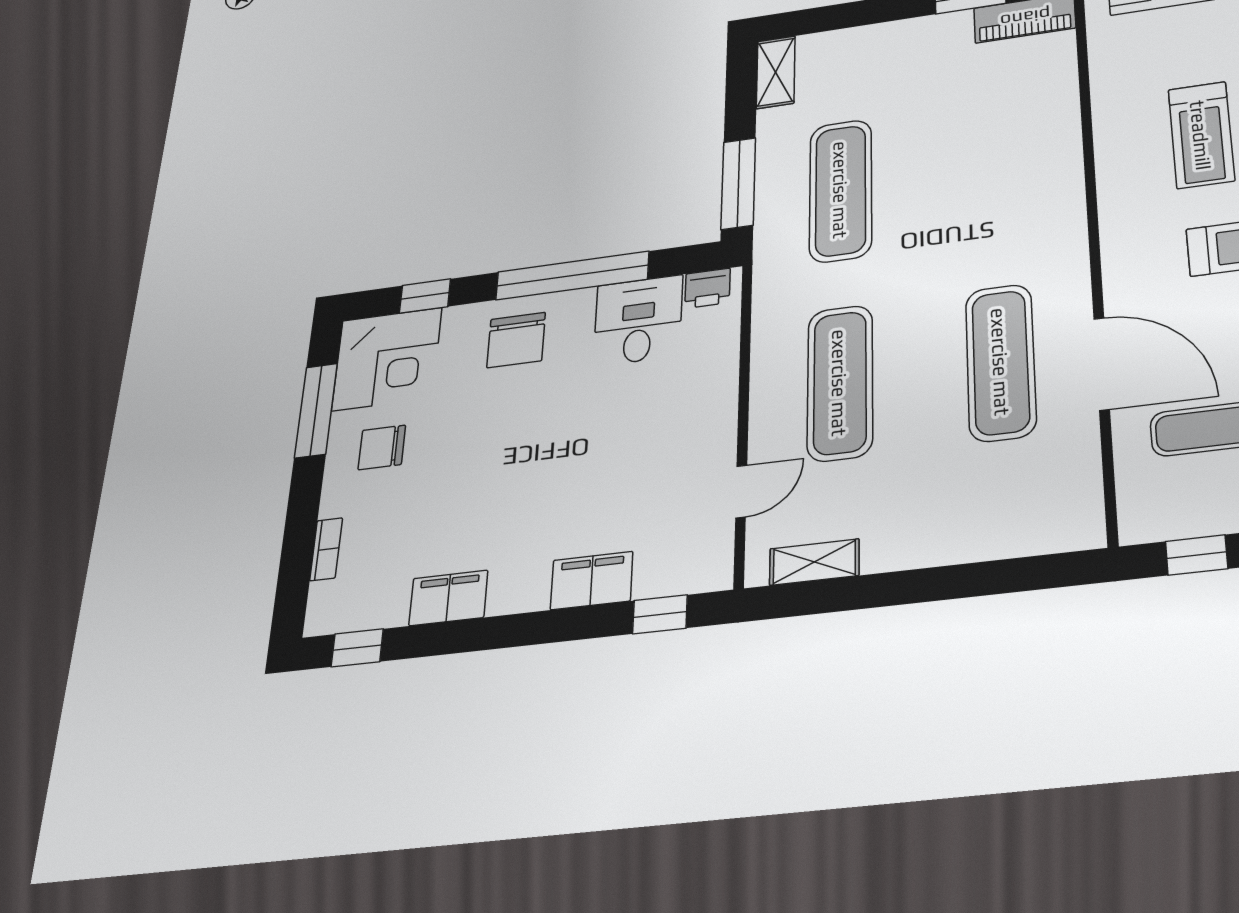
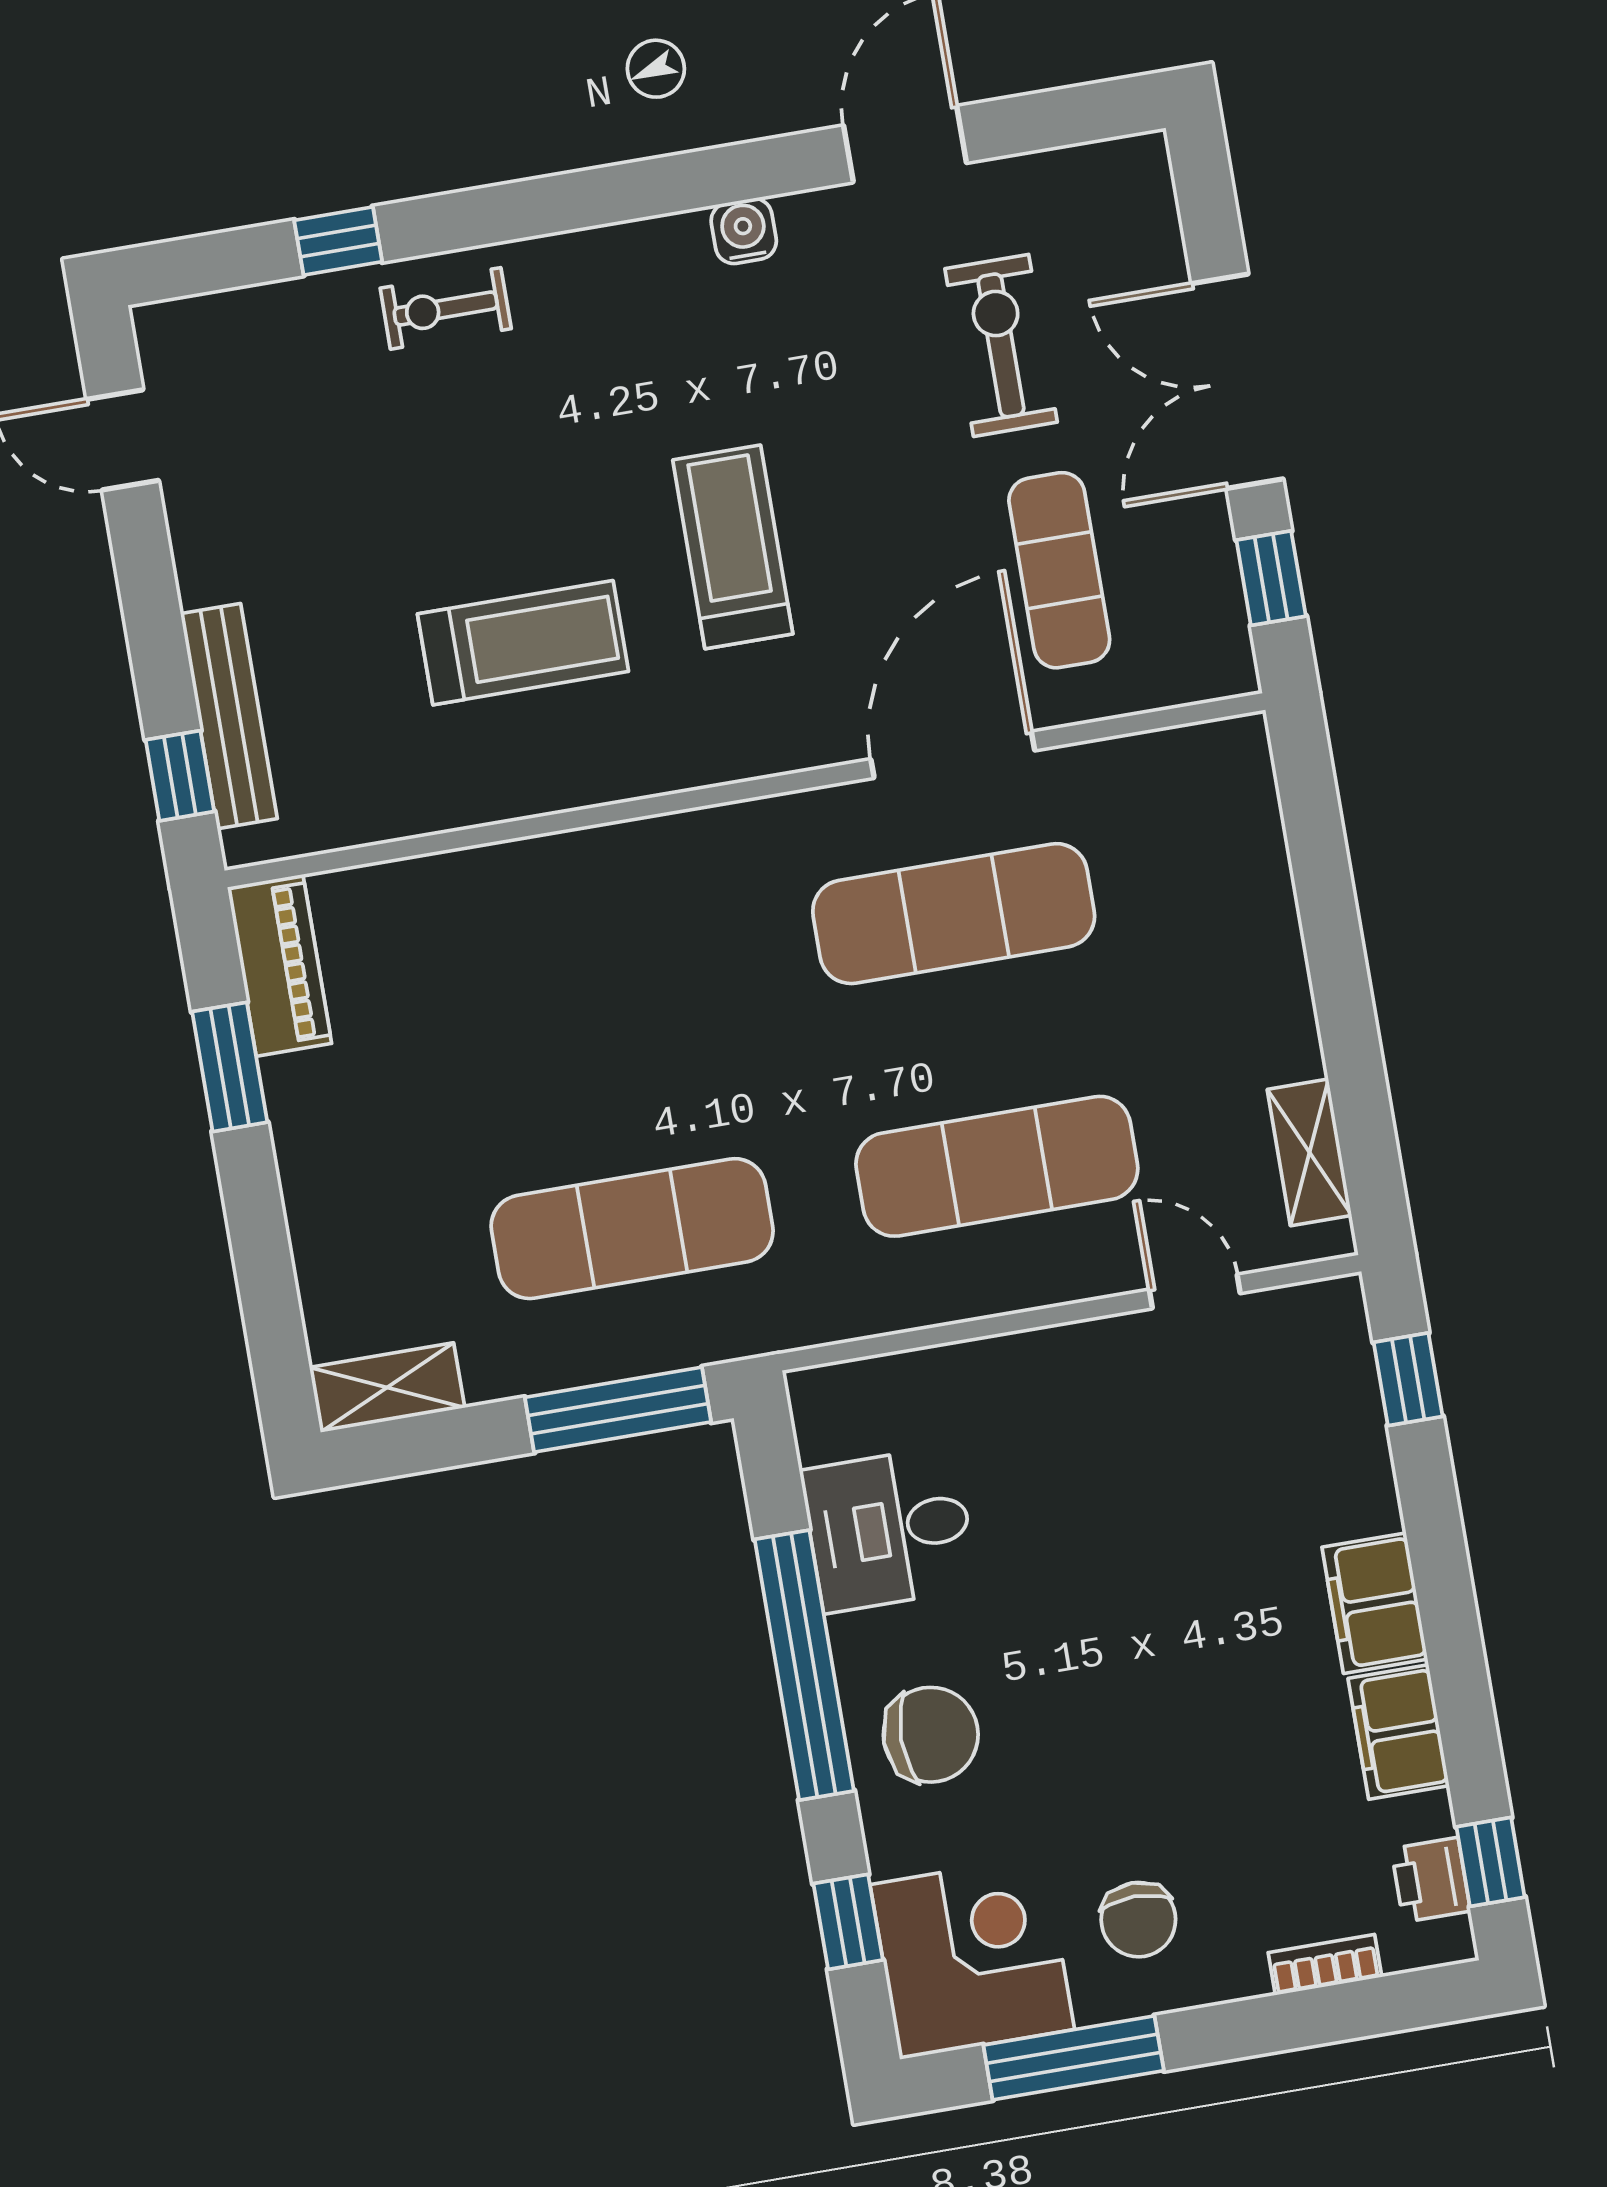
printer: (707, 288) -> (1431, 1880), moved, turned 180
filing cabinet: (592, 581) -> (1375, 1603), moved

